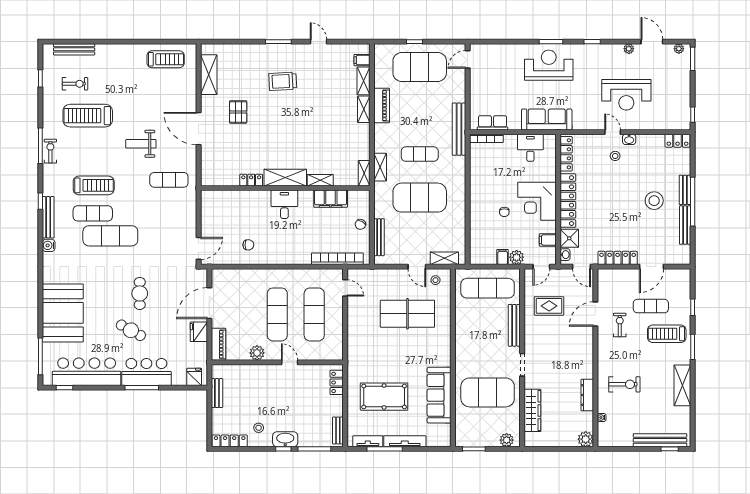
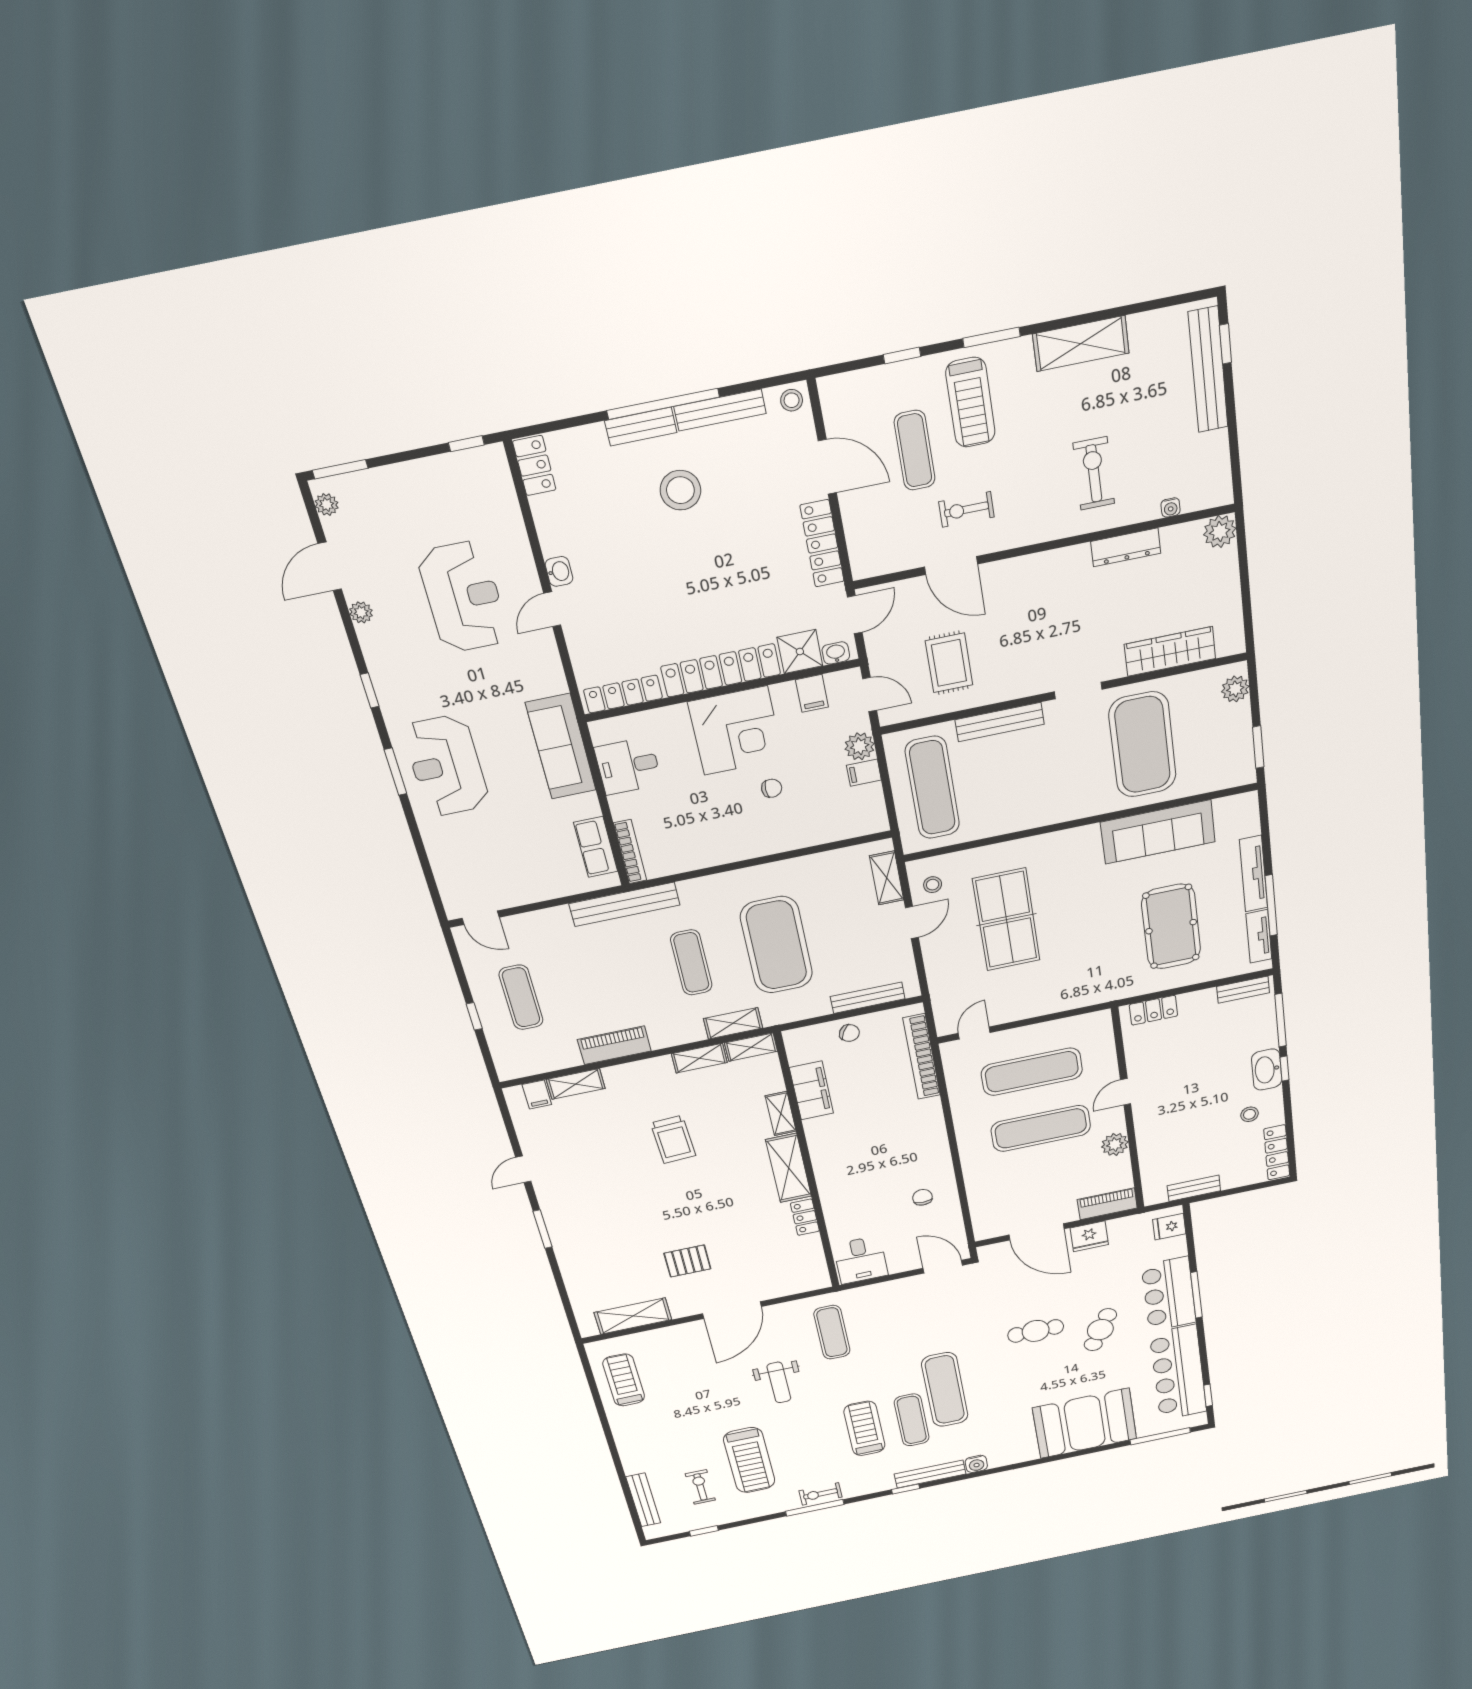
exercise mat: (420, 67) -> (521, 997), width x0.50, depth x0.69
trolley: (283, 81) -> (673, 1139), moved
shelving: (364, 109) -> (699, 1058), moved
stool: (615, 156) -> (792, 400), moved
desk: (284, 204) -> (860, 1260), moved, turned -90

